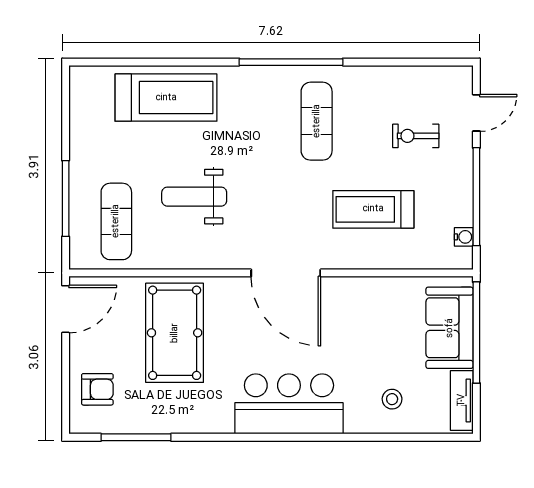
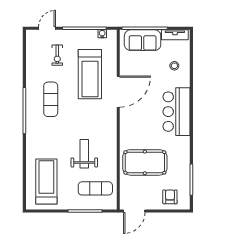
treadmill: (166, 98) -> (46, 182), moved
door: (476, 113) -> (47, 28), hinge flipped
exercise mat: (317, 121) -> (51, 99), turned 90
weight bench: (194, 197) -> (84, 154), turned 180
treadmill: (373, 209) -> (90, 74), width x1.37, depth x1.38
door: (286, 273) -> (118, 92), moved
door: (66, 309) -> (134, 211), swing flipped

